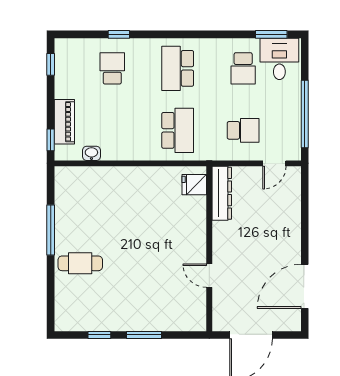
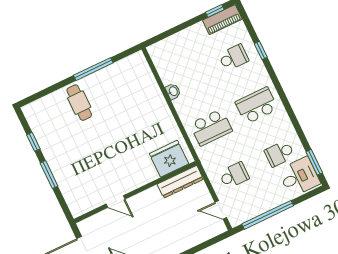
piano: (64, 122) -> (222, 20), moved
school desk: (243, 130) -> (234, 175), turned -90
window: (51, 140) -> (159, 37), removed
washbasin: (91, 153) -> (173, 91), moved
fridge: (194, 185) -> (169, 159), width x1.88, depth x1.34
door: (209, 276) -> (116, 202), swing flipped

